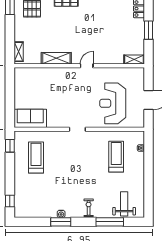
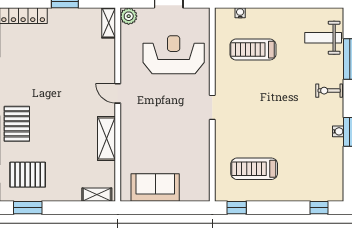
plant: (139, 73) -> (129, 16), added
reception desk: (113, 103) -> (174, 55), turned 180
sofa: (30, 118) -> (155, 187), moved, turned 90

